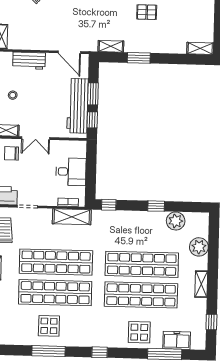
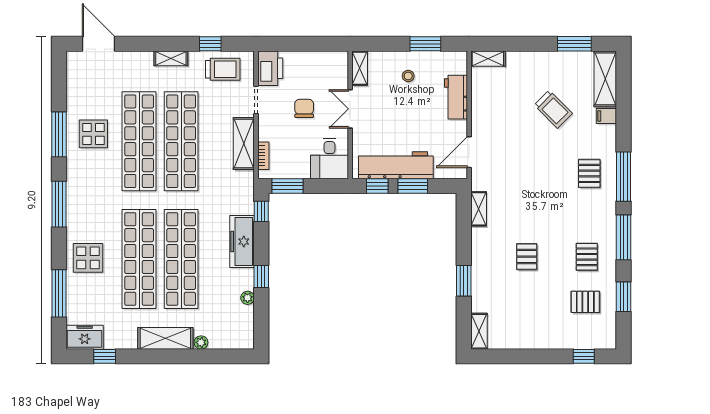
window: (139, 58) -> (464, 281), moved
chair: (11, 153) -> (304, 108), moved
desk: (71, 172) -> (330, 158), moved
window: (91, 185) -> (288, 186), added
shelving: (72, 217) -> (244, 144), moved
freezer: (130, 219) -> (242, 242), added
plant: (176, 221) -> (248, 298), width x0.53, depth x0.53
plant: (199, 247) -> (201, 342), width x0.53, depth x0.53
shelving: (201, 284) -> (165, 338), width x1.50, depth x1.33
freezer: (177, 340) -> (85, 337), moved, turned -90
window: (100, 352) -> (59, 204), width x2.17

